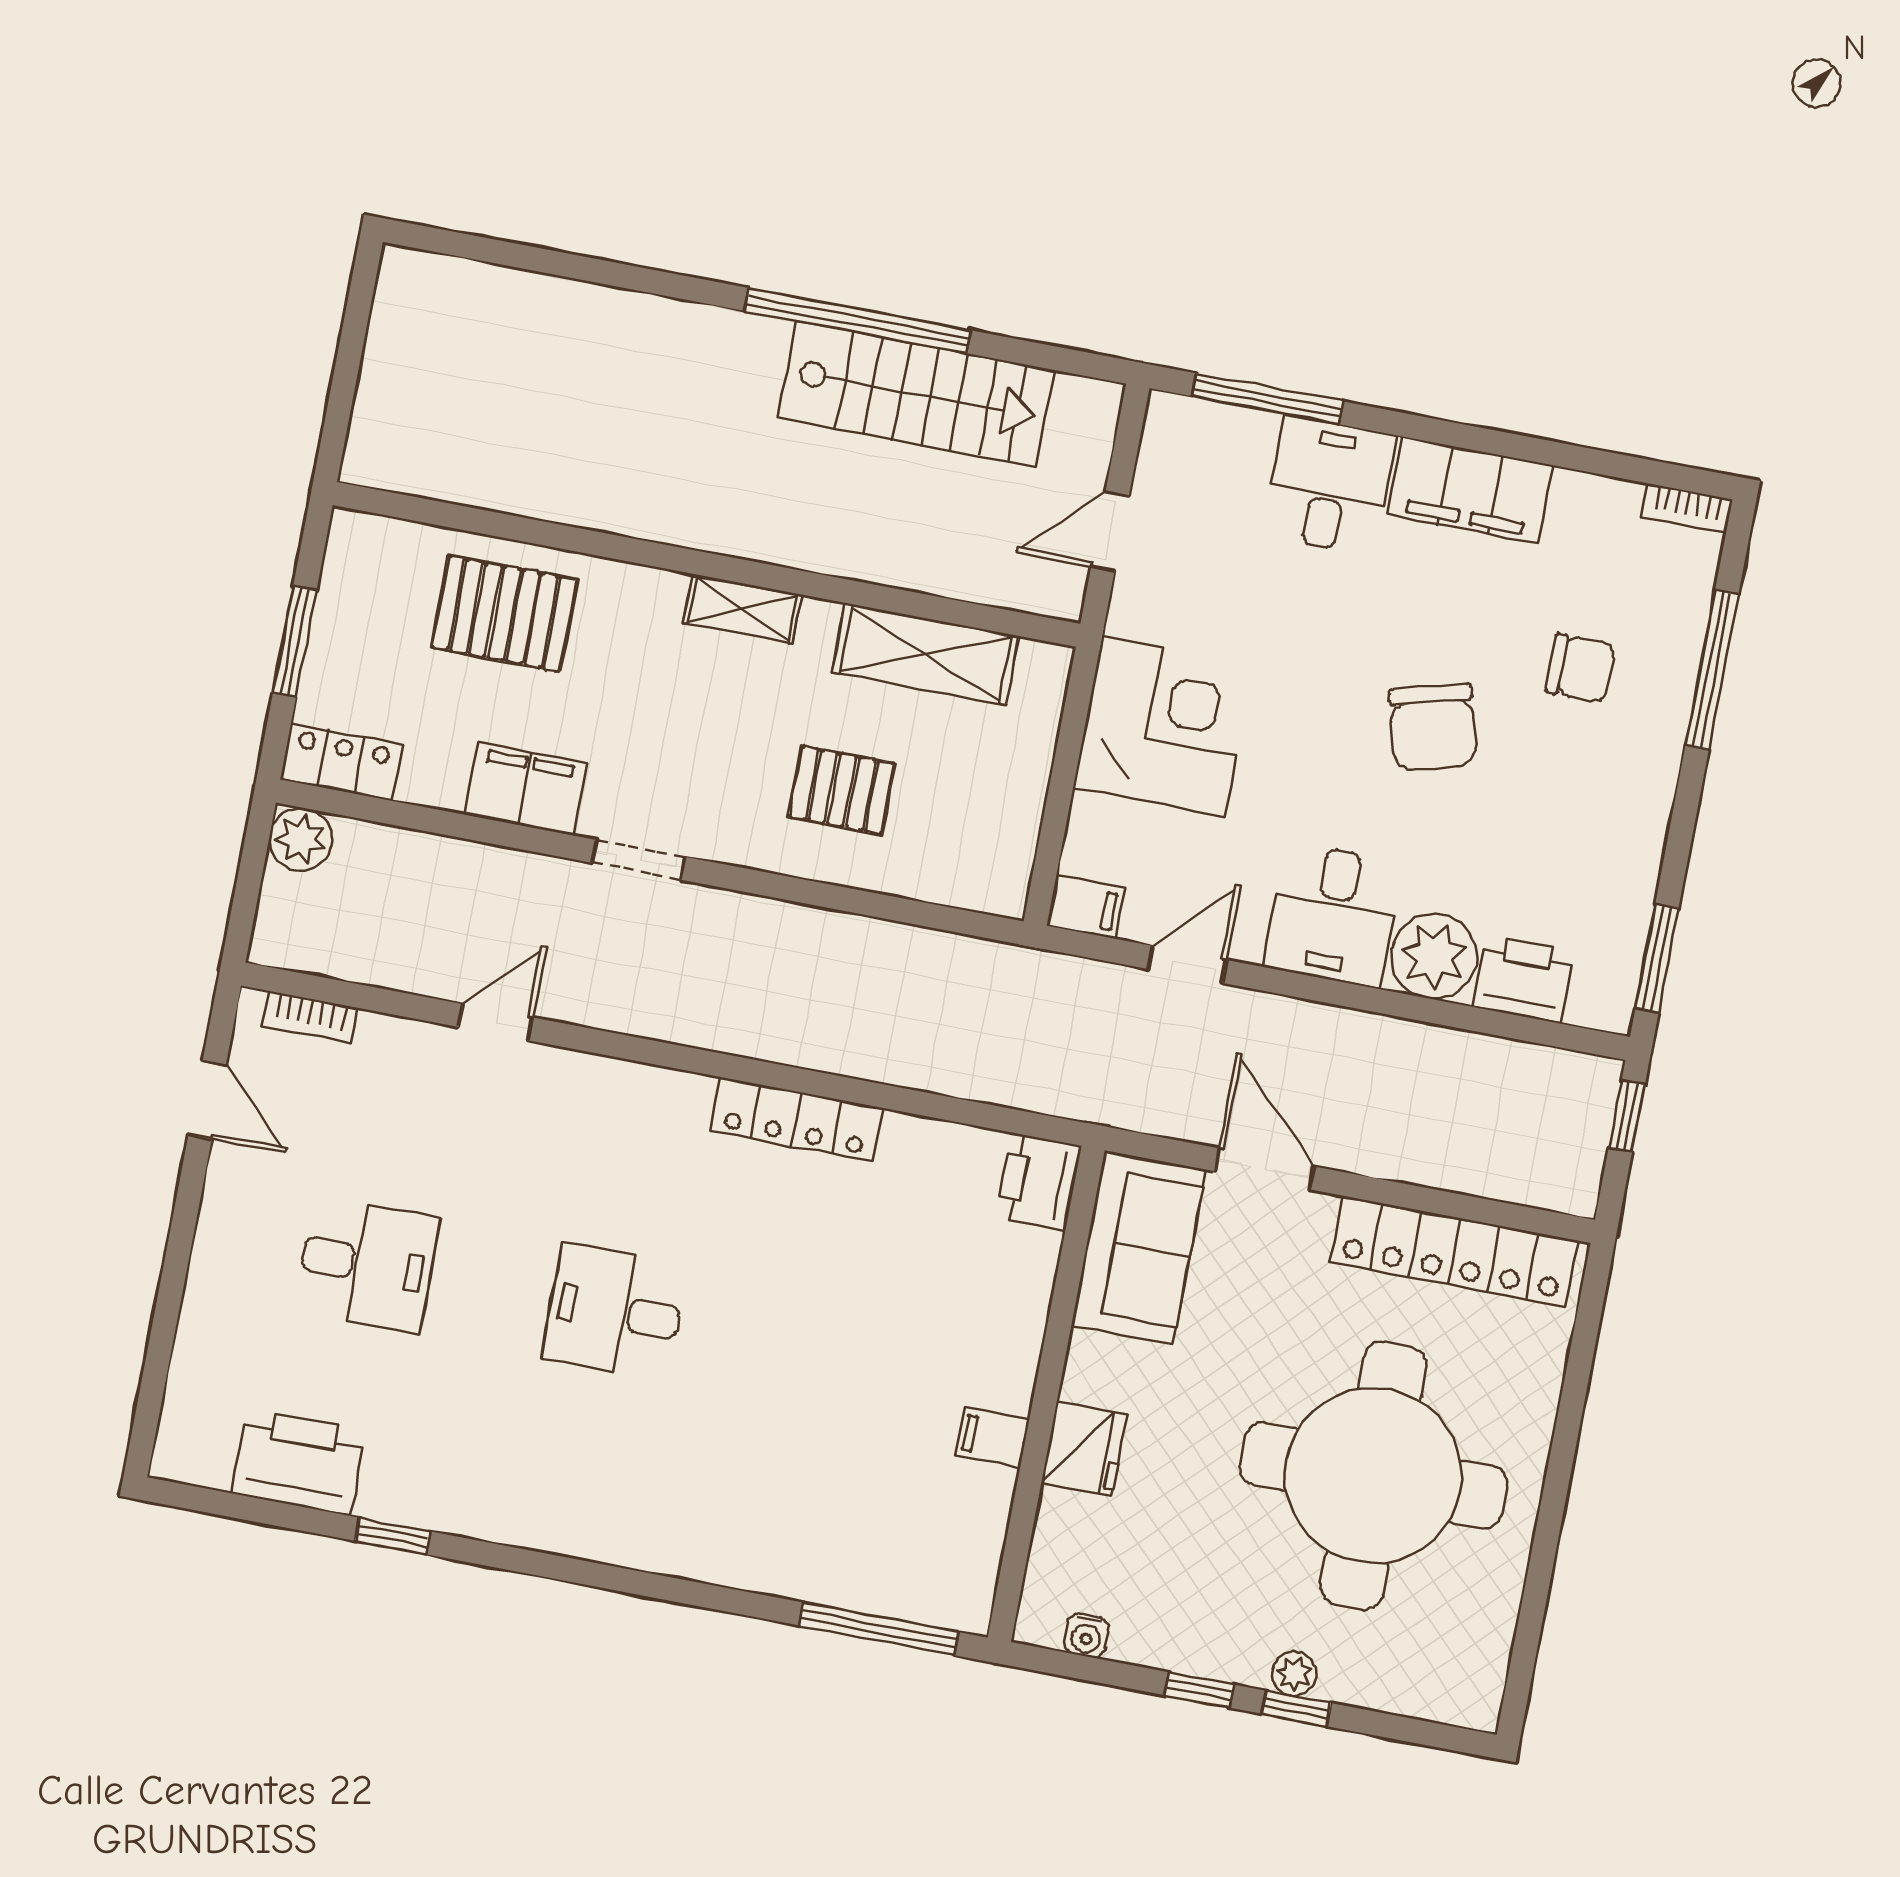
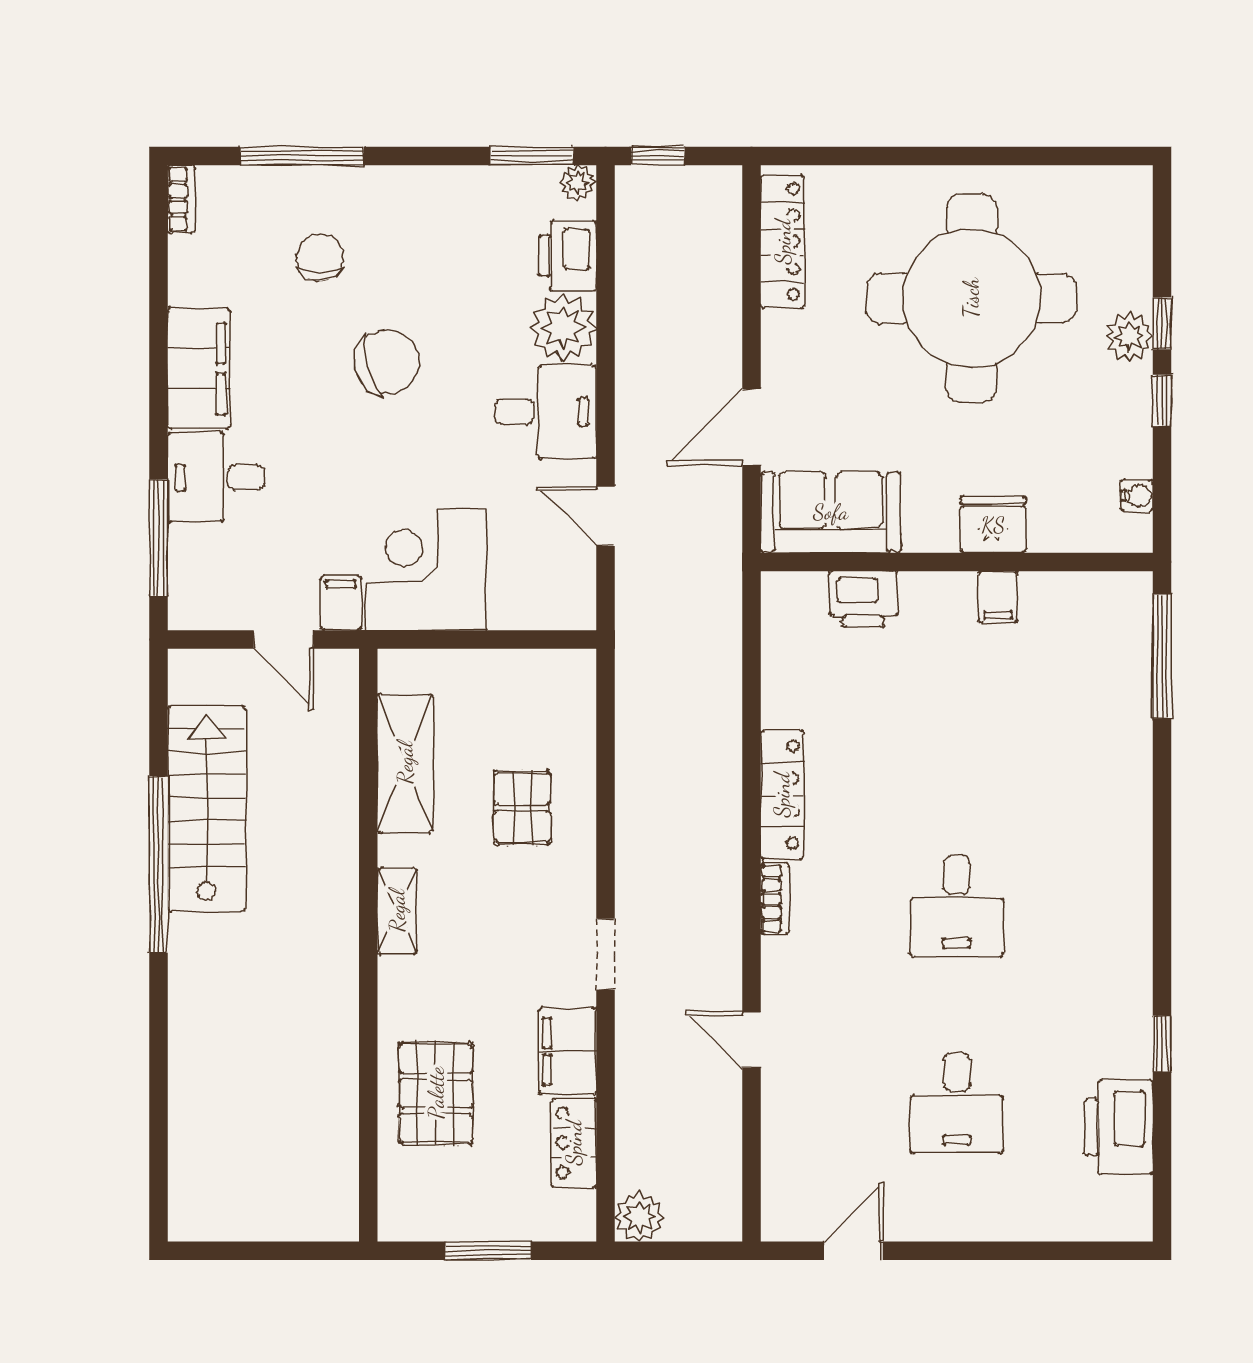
locker: (341, 762) -> (574, 1143), moved
filing cabinet: (1085, 907) -> (341, 603), moved
plant: (1613, 1009) -> (578, 183), added
bookcase: (310, 1017) -> (775, 899), moved
printer: (1038, 1182) -> (863, 599), moved
locker: (1454, 1251) -> (783, 242), width x0.71, depth x0.83
desk: (367, 1264) -> (957, 1103), turned 180
plant: (1294, 1674) -> (1129, 337), width x1.38, depth x1.38

